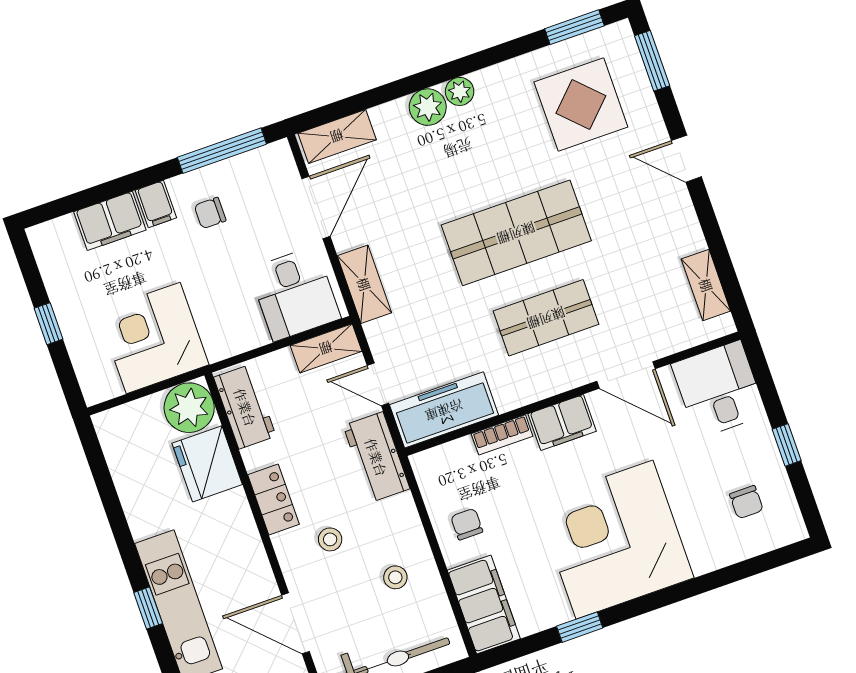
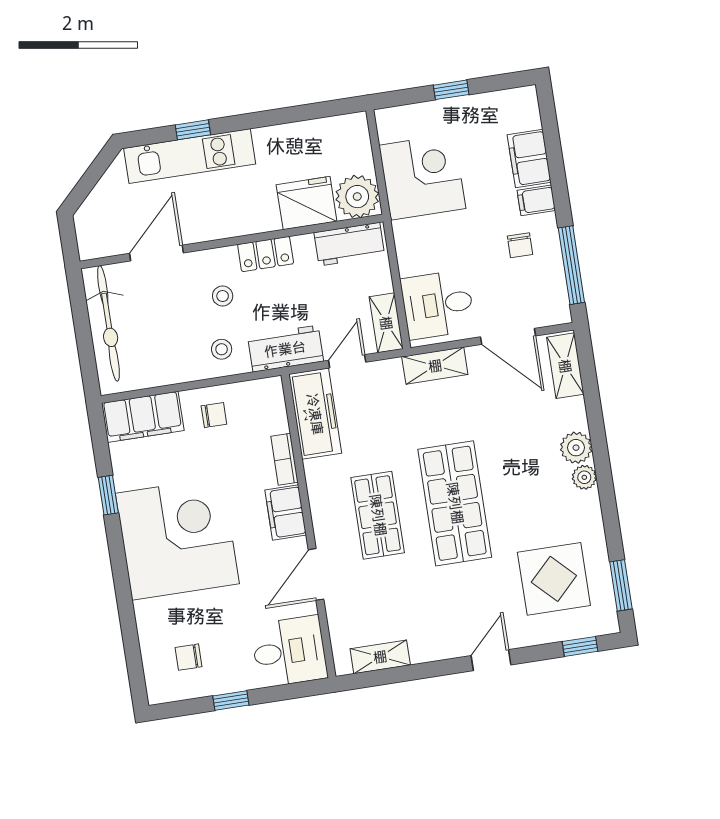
window: (652, 61) -> (580, 646), width x0.67
chair: (210, 213) -> (520, 245), turned 180
stool: (395, 577) -> (222, 349), moved

